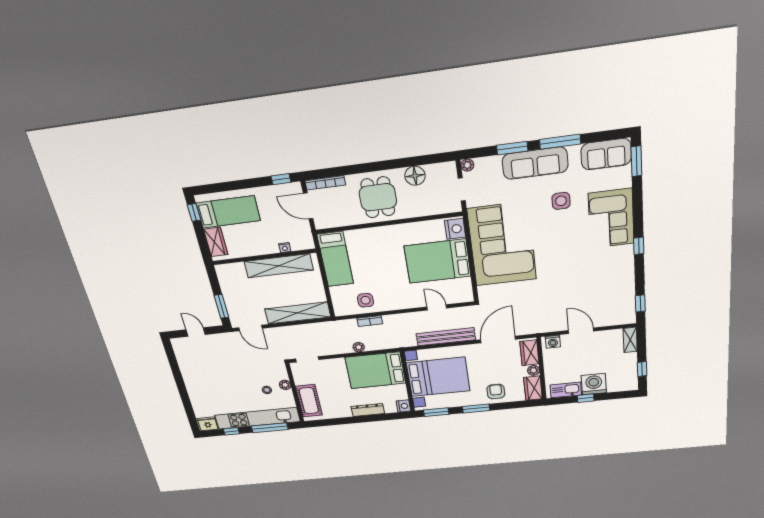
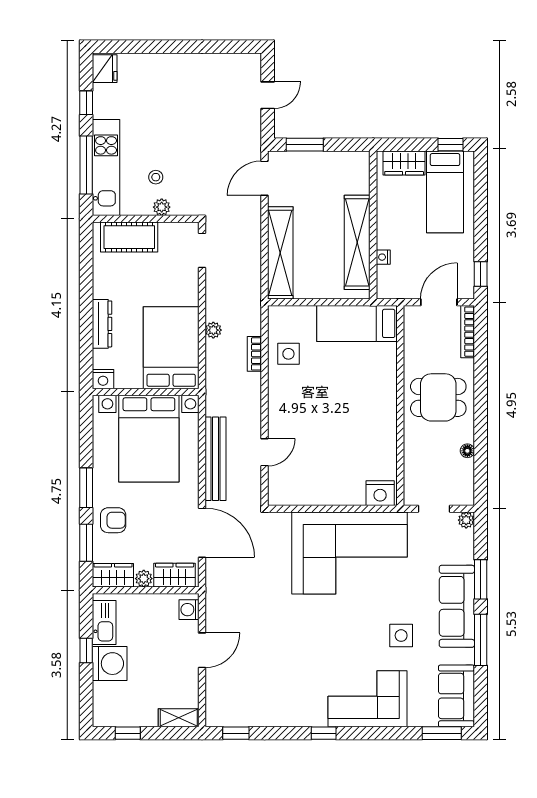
floor lamp: (415, 176) -> (467, 451), width x0.53, depth x0.53
bed: (438, 261) -> (336, 463), removed
window: (436, 412) -> (86, 543), moved
kitchen unit: (257, 418) -> (106, 168), width x0.73

